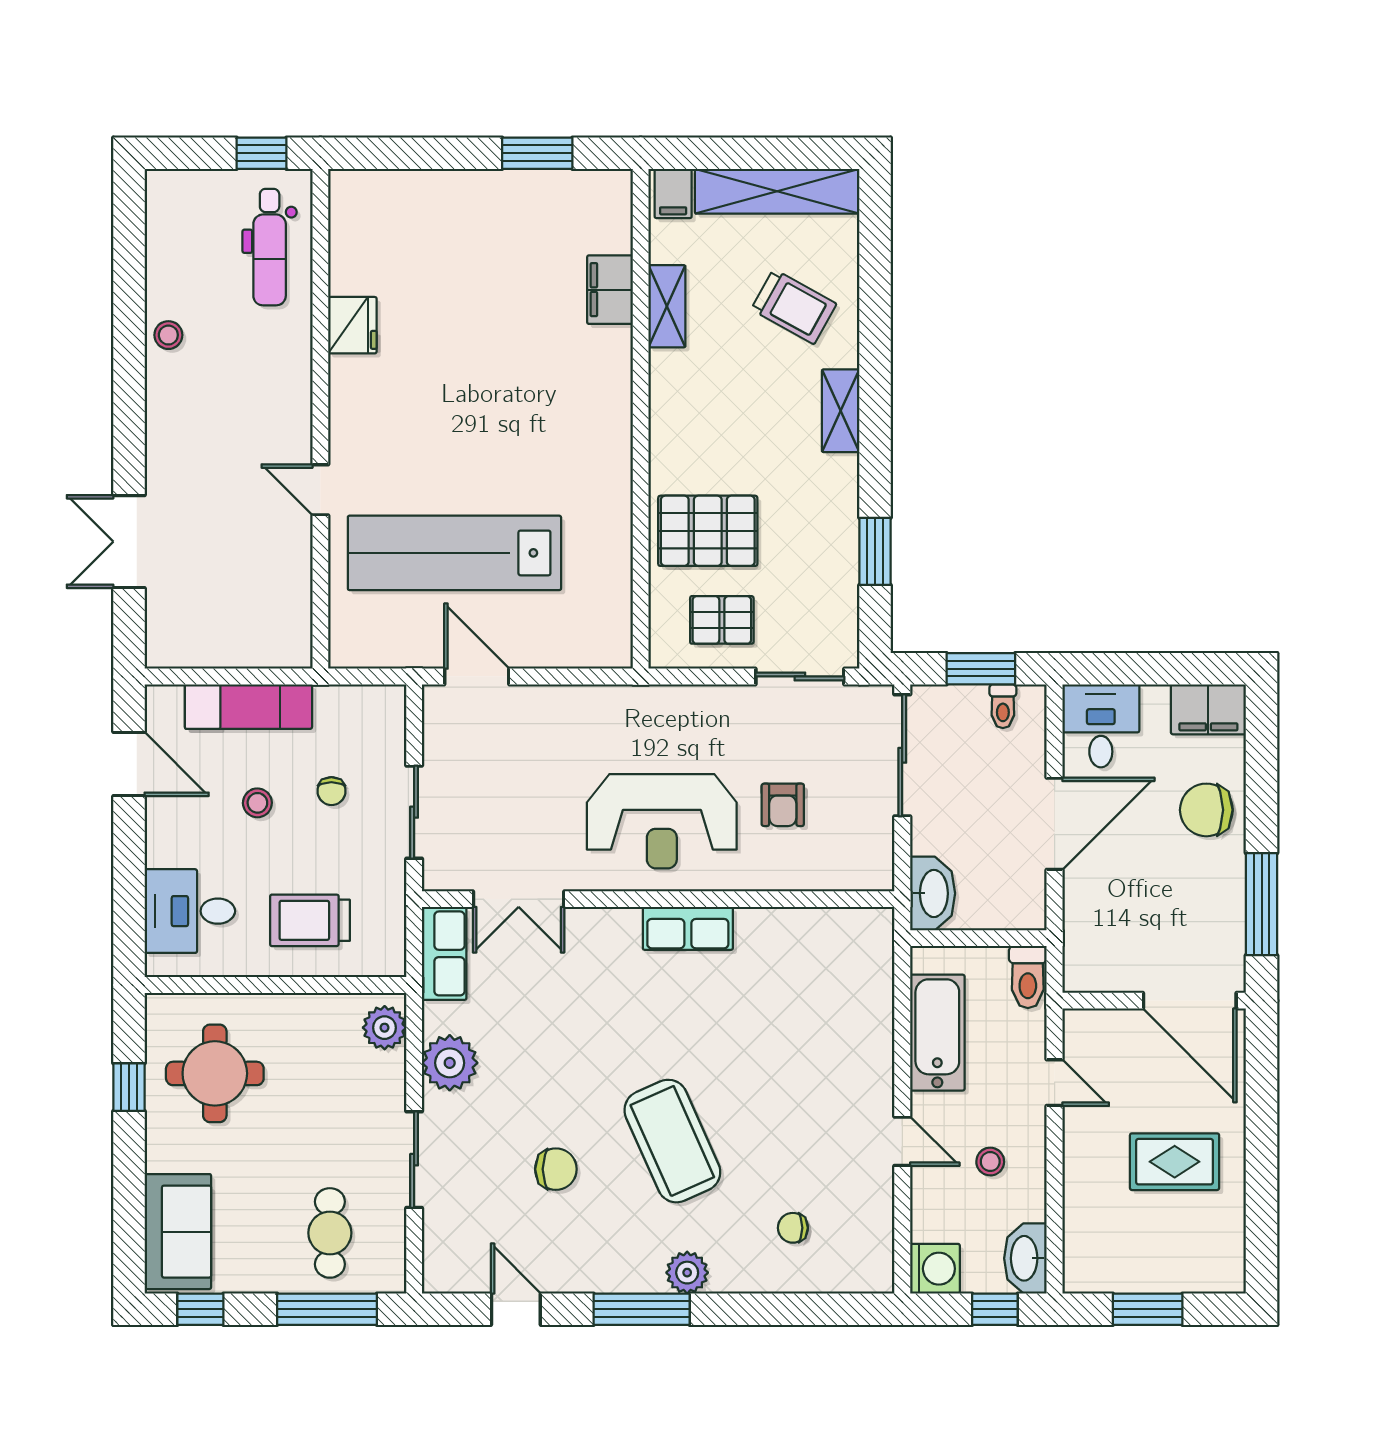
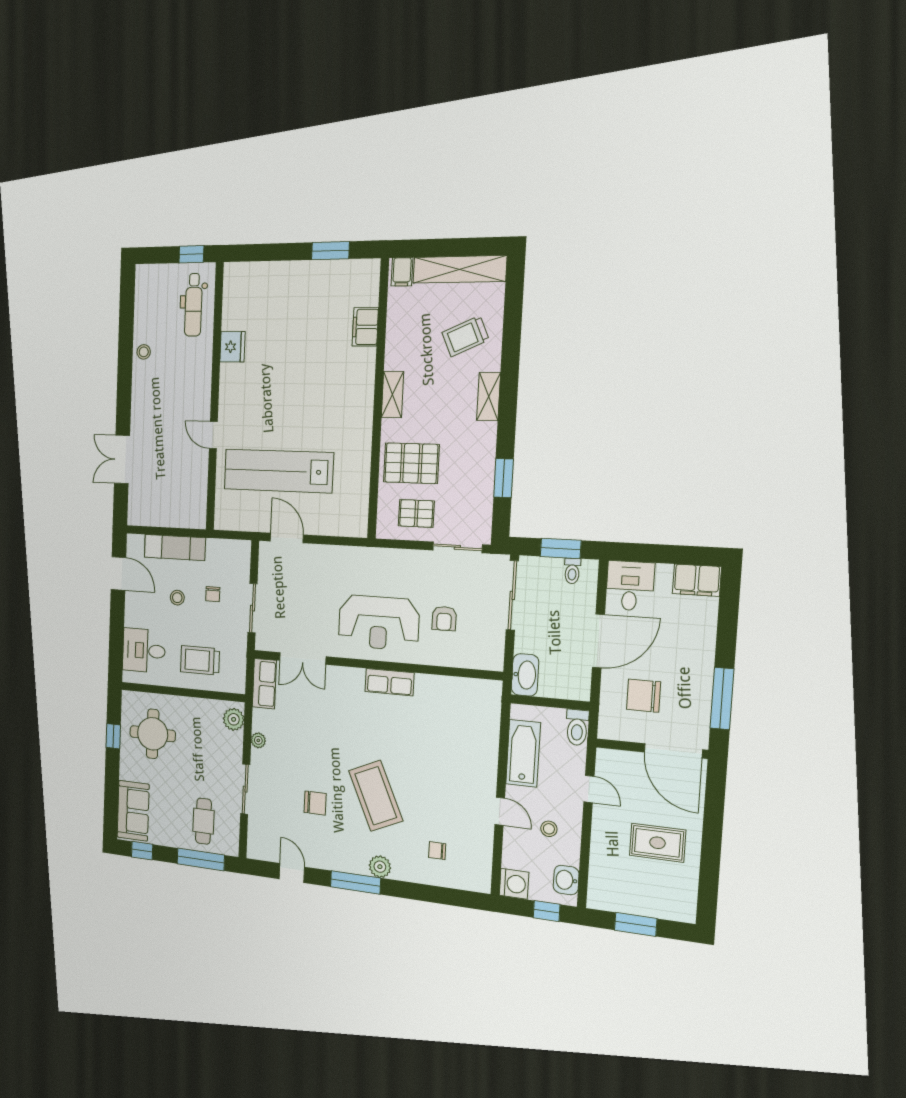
shelving: (667, 306) -> (393, 394), moved
trolley: (794, 307) -> (465, 336), turned 127
chair: (1206, 810) -> (644, 696), moved
plant: (450, 1063) -> (258, 740), width x0.53, depth x0.53
washbasin: (1025, 1258) -> (566, 880), width x0.72

